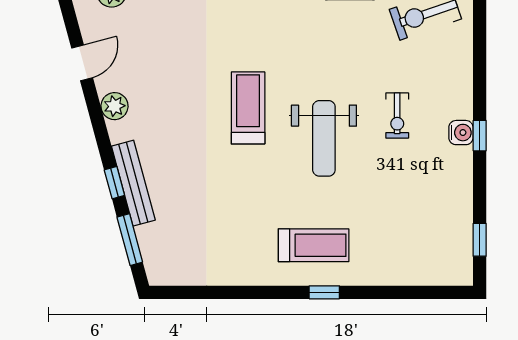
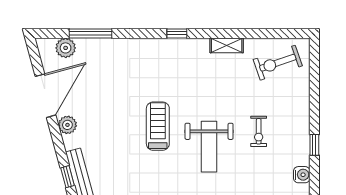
door: (82, 63) -> (46, 96), width x1.87
water cooler: (461, 133) -> (302, 175), moved

